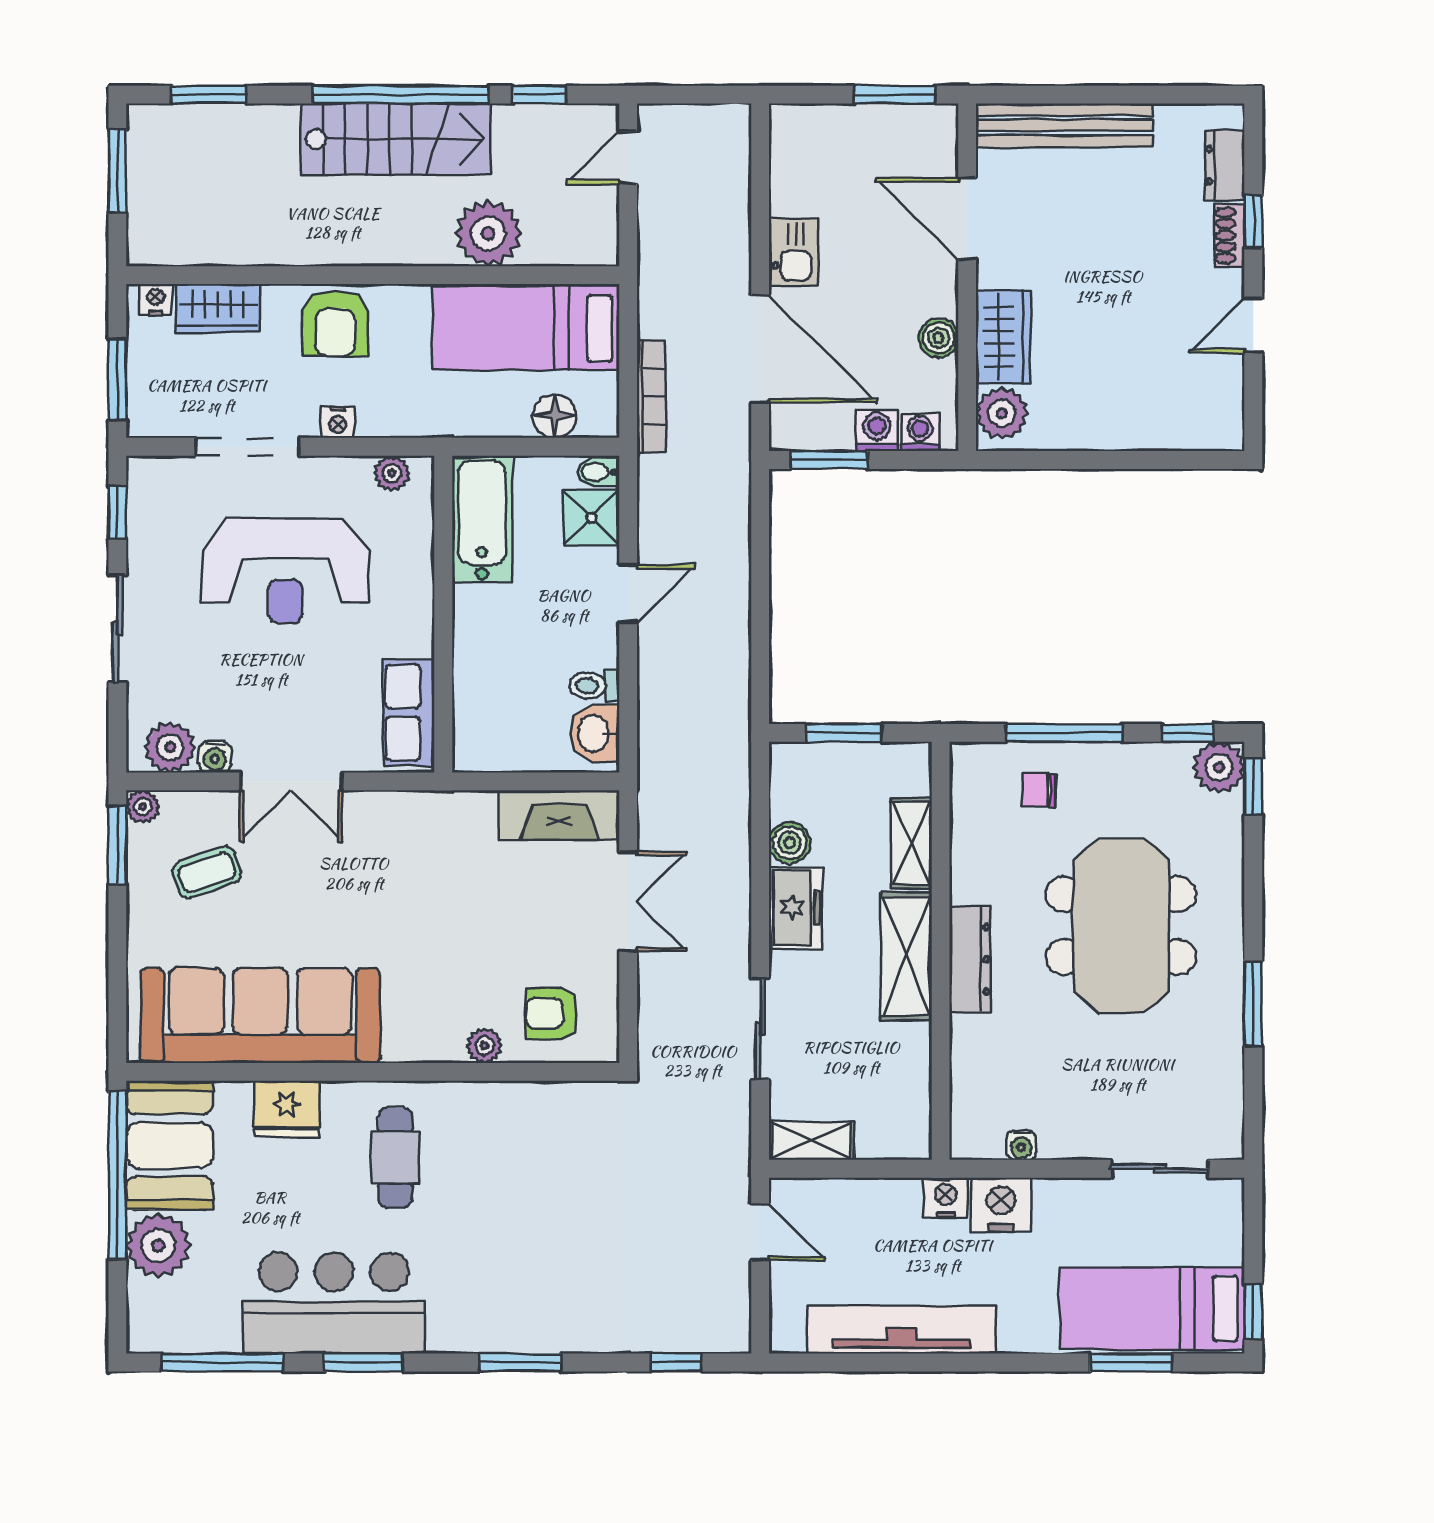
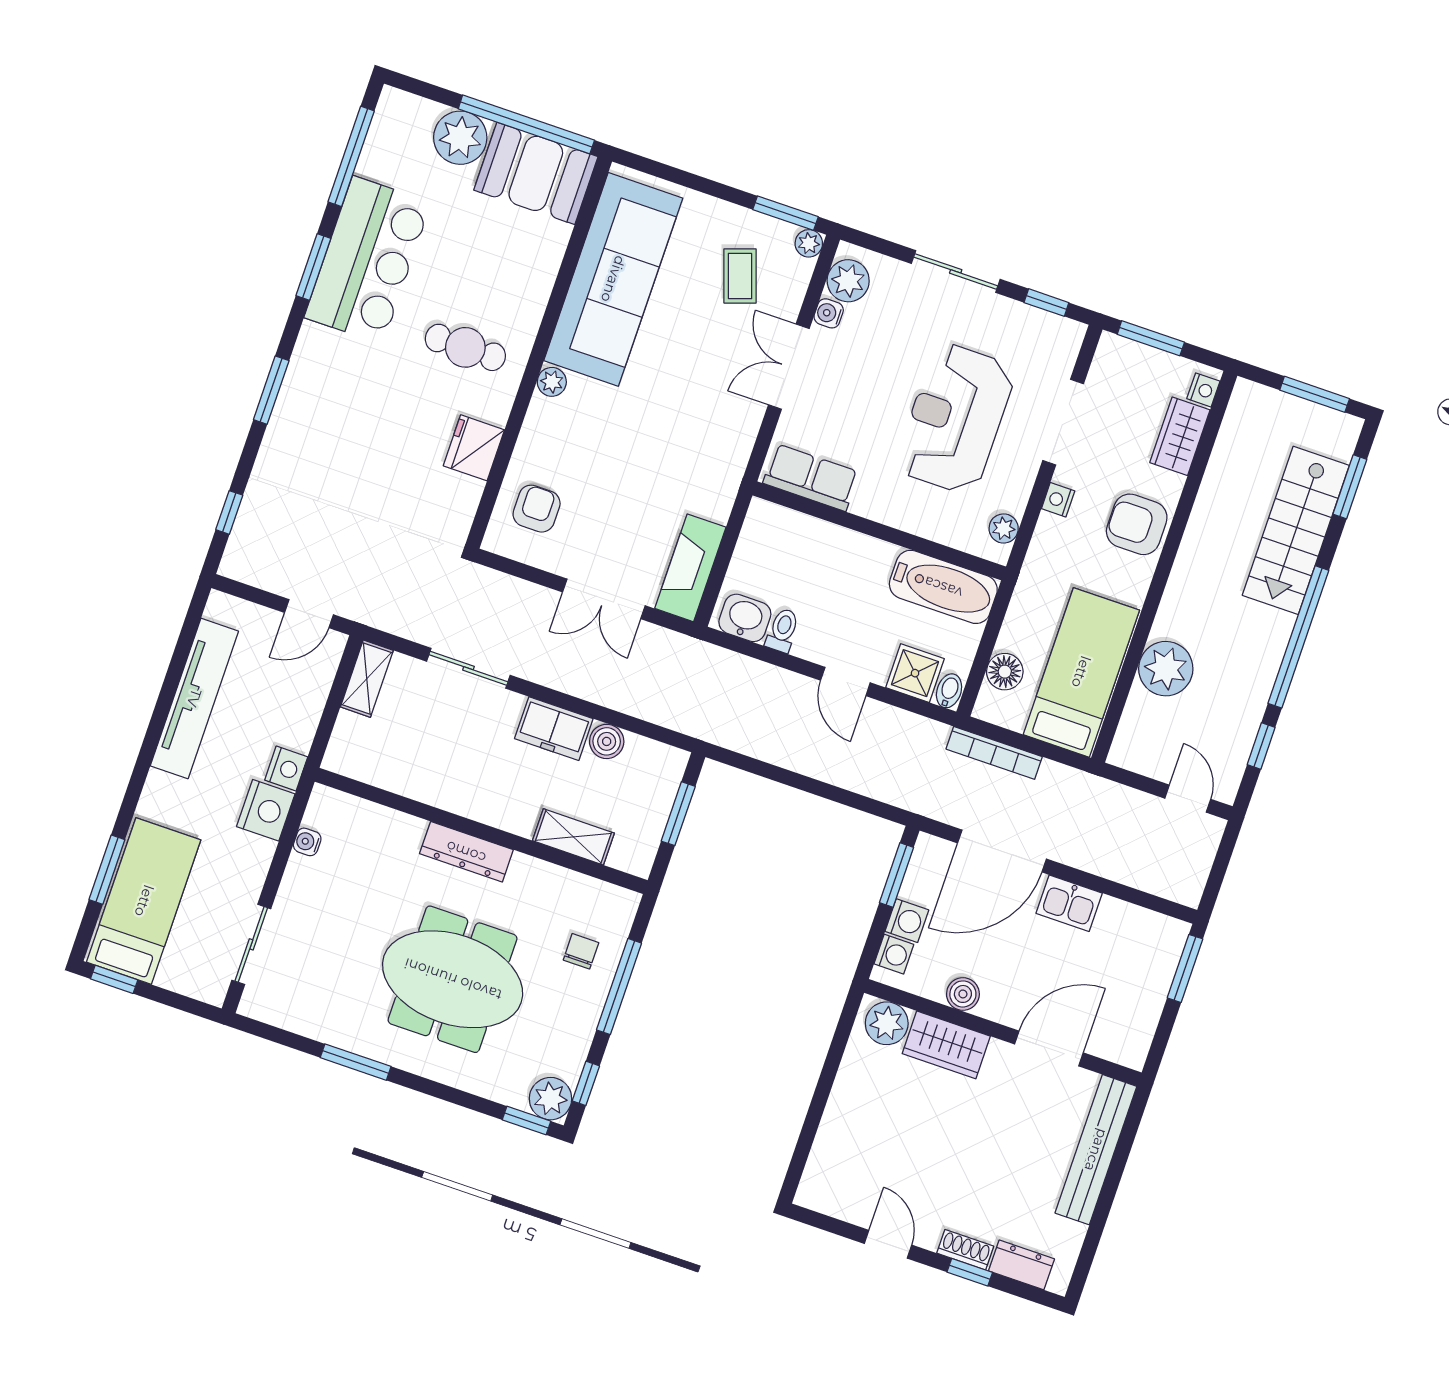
window: (895, 95) -> (1185, 968), moved
stairs: (396, 139) -> (1296, 530), moved
shelving: (906, 956) -> (486, 802), removed
plant: (485, 1046) -> (552, 382), moved
fridge: (287, 1109) -> (474, 448), moved

